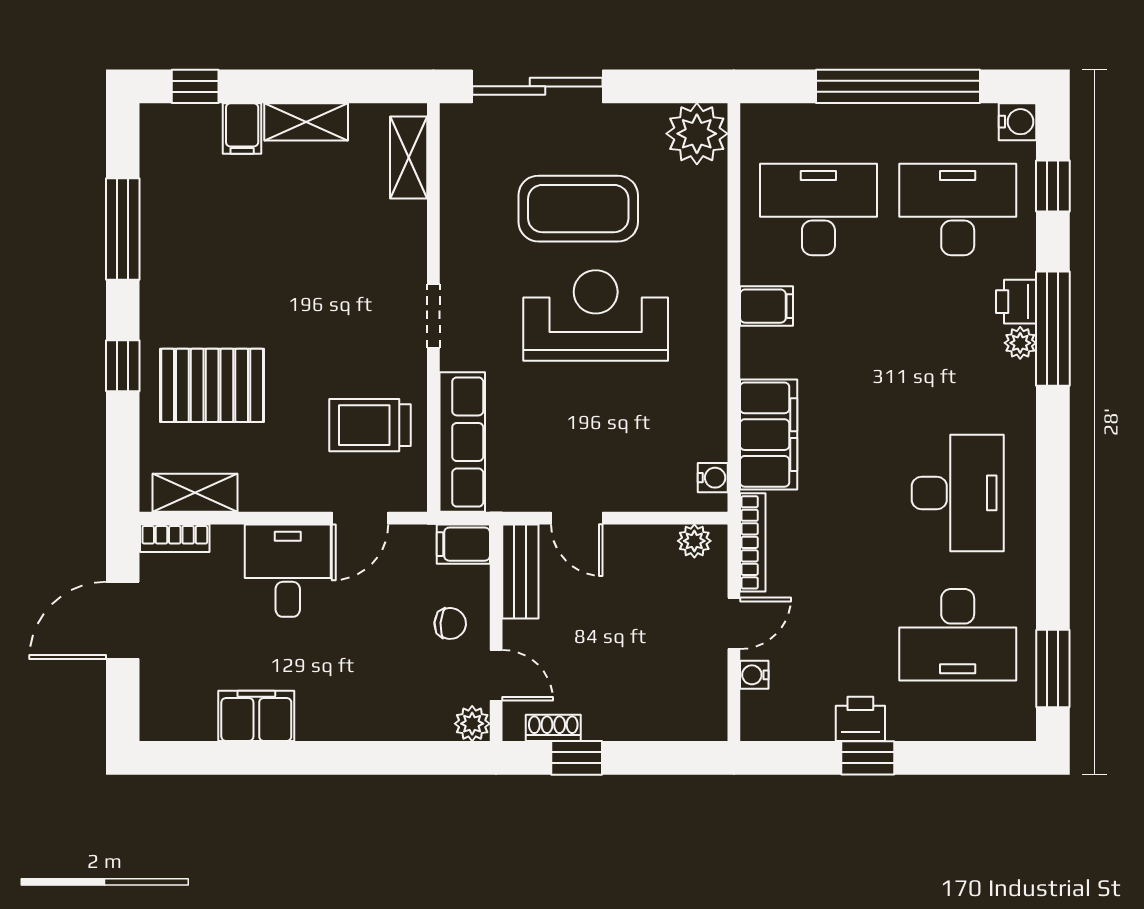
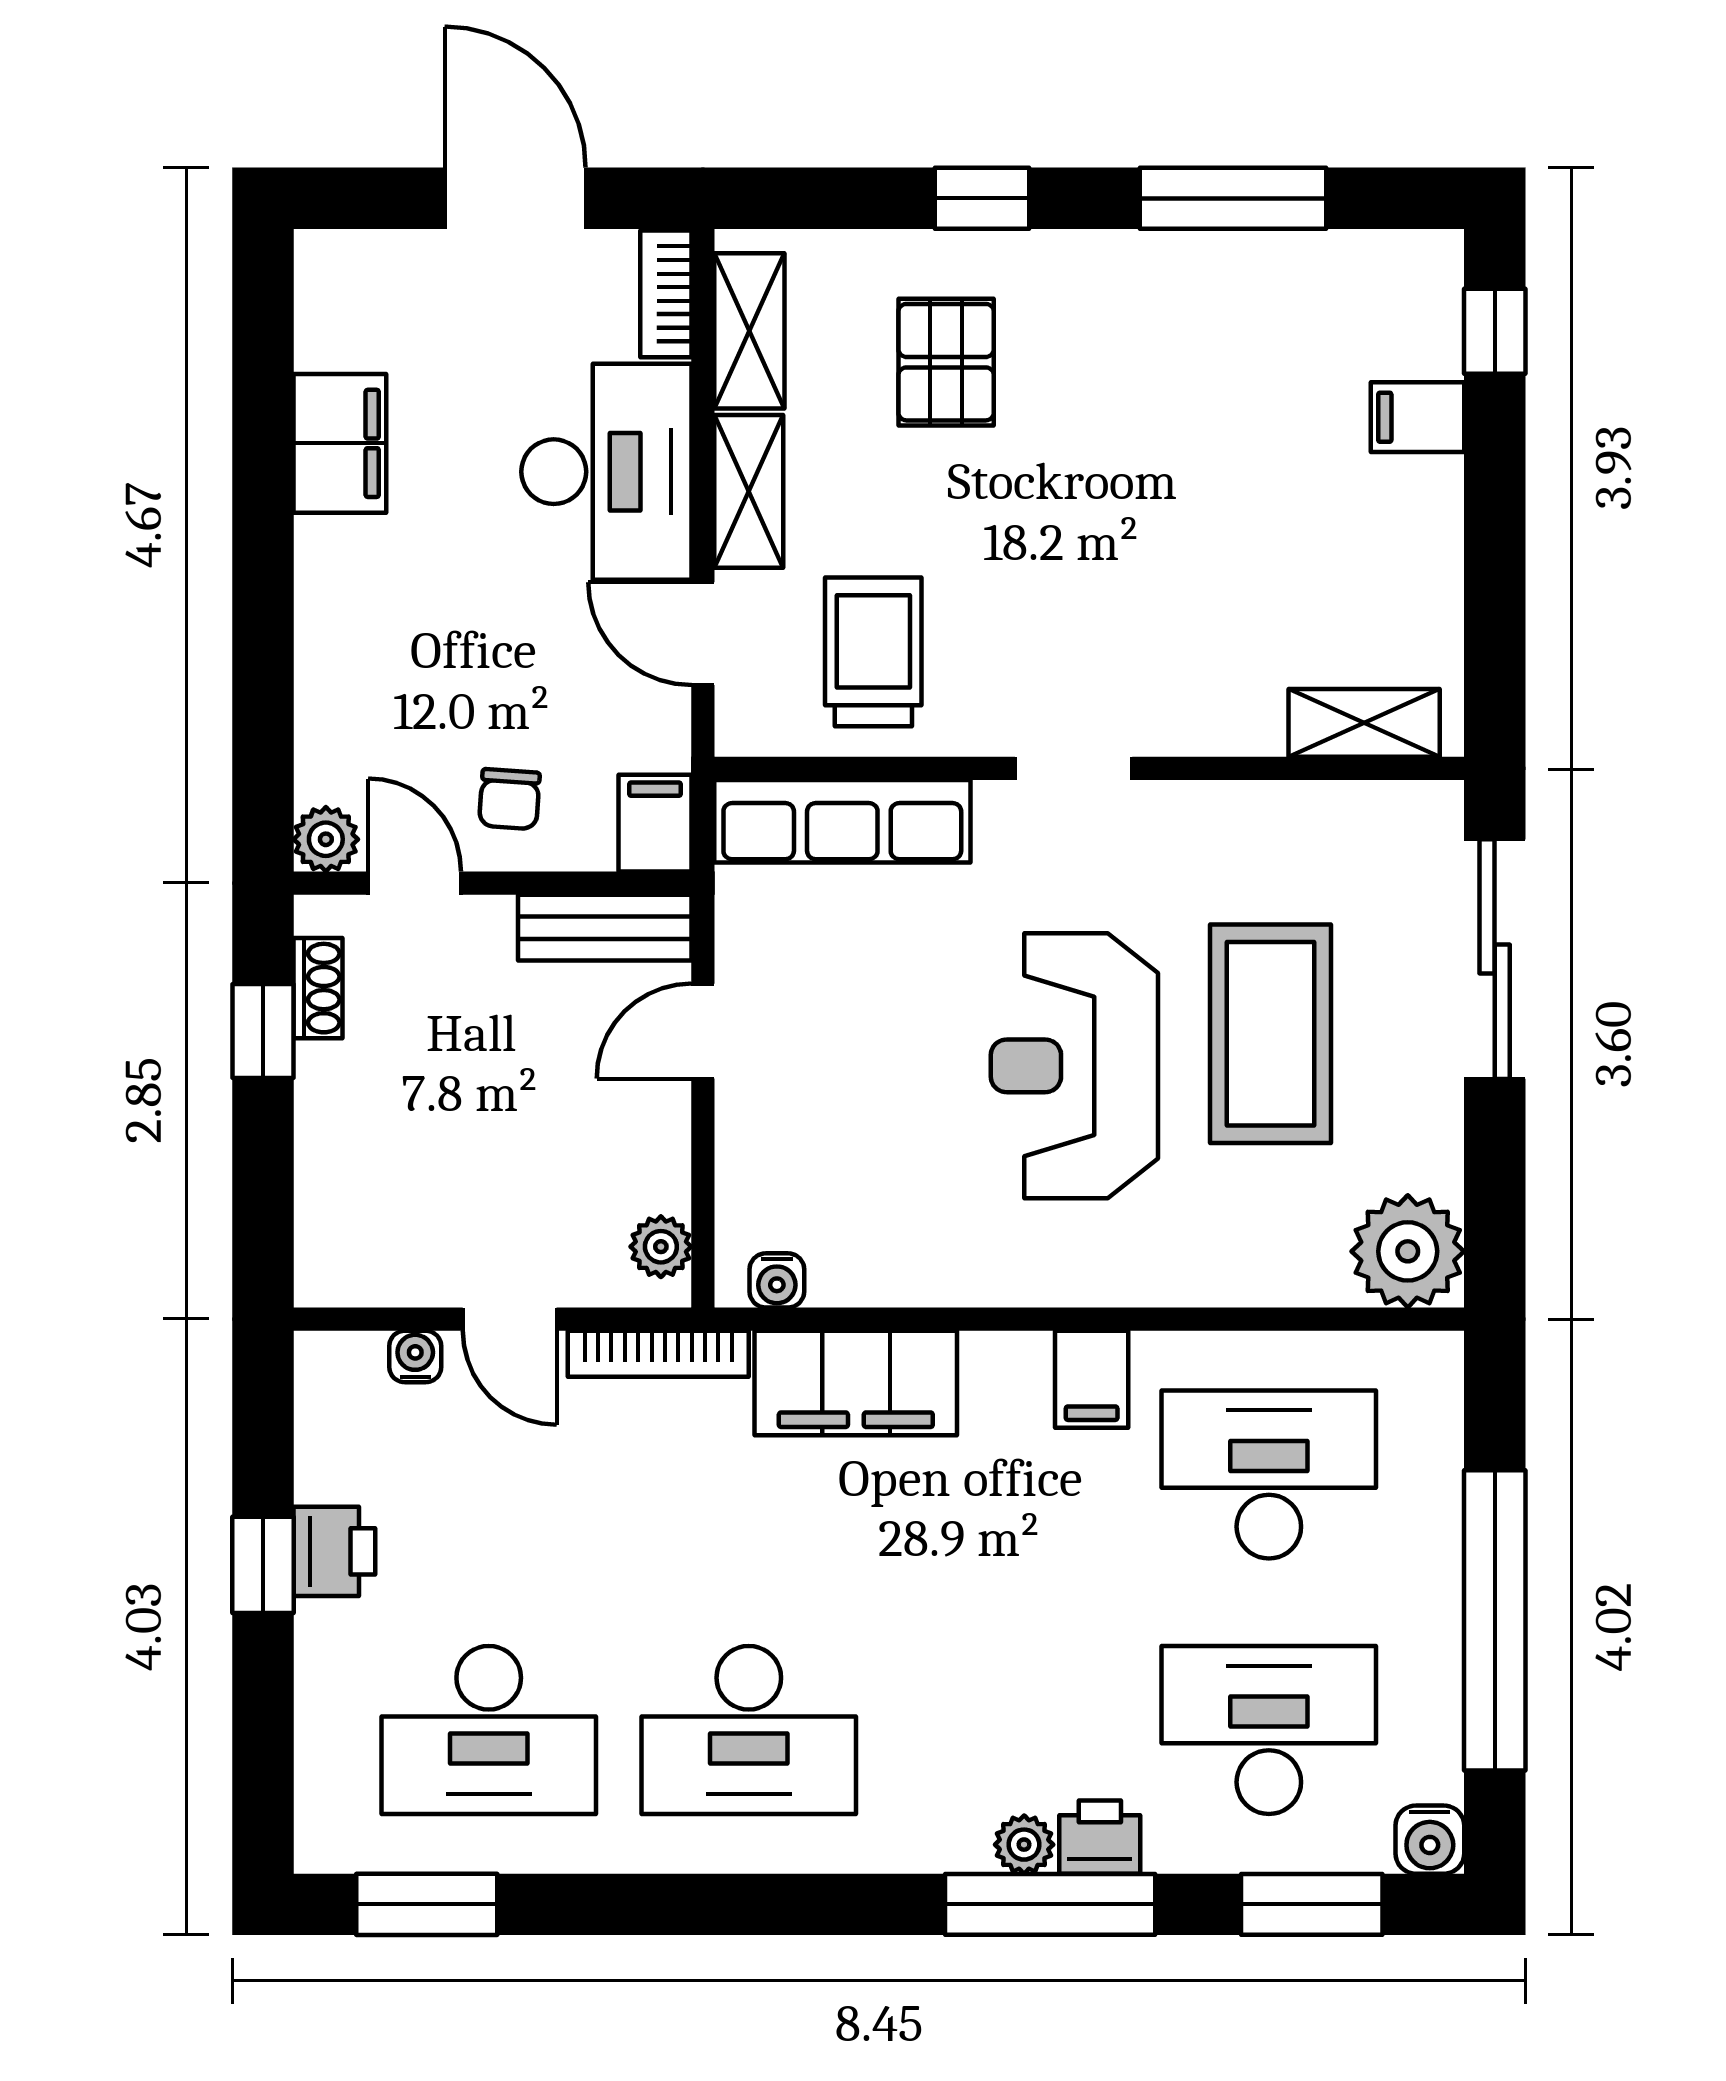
shelving: (306, 122) -> (749, 491), moved
window: (1053, 186) -> (1312, 1904), width x1.50
desk: (818, 209) -> (1269, 1474), turned -90
desk: (958, 209) -> (1269, 1730), turned -90
reception desk: (596, 315) -> (1074, 1066), turned 180
pallet: (212, 385) -> (946, 362), width x0.67, depth x0.71
desk: (288, 571) -> (606, 472), width x1.37
desk: (958, 635) -> (489, 1730), turned -90
door: (496, 675) -> (415, 883), swing flipped

